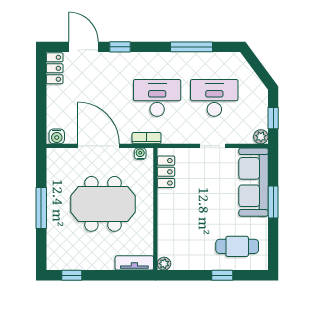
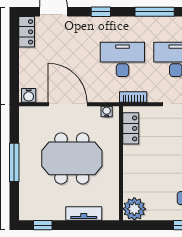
window: (120, 47) -> (101, 12), moved
bookcase: (147, 138) -> (133, 97), moved
tv unit: (134, 263) -> (84, 214), moved
plant: (164, 264) -> (134, 209), width x1.87, depth x1.87

